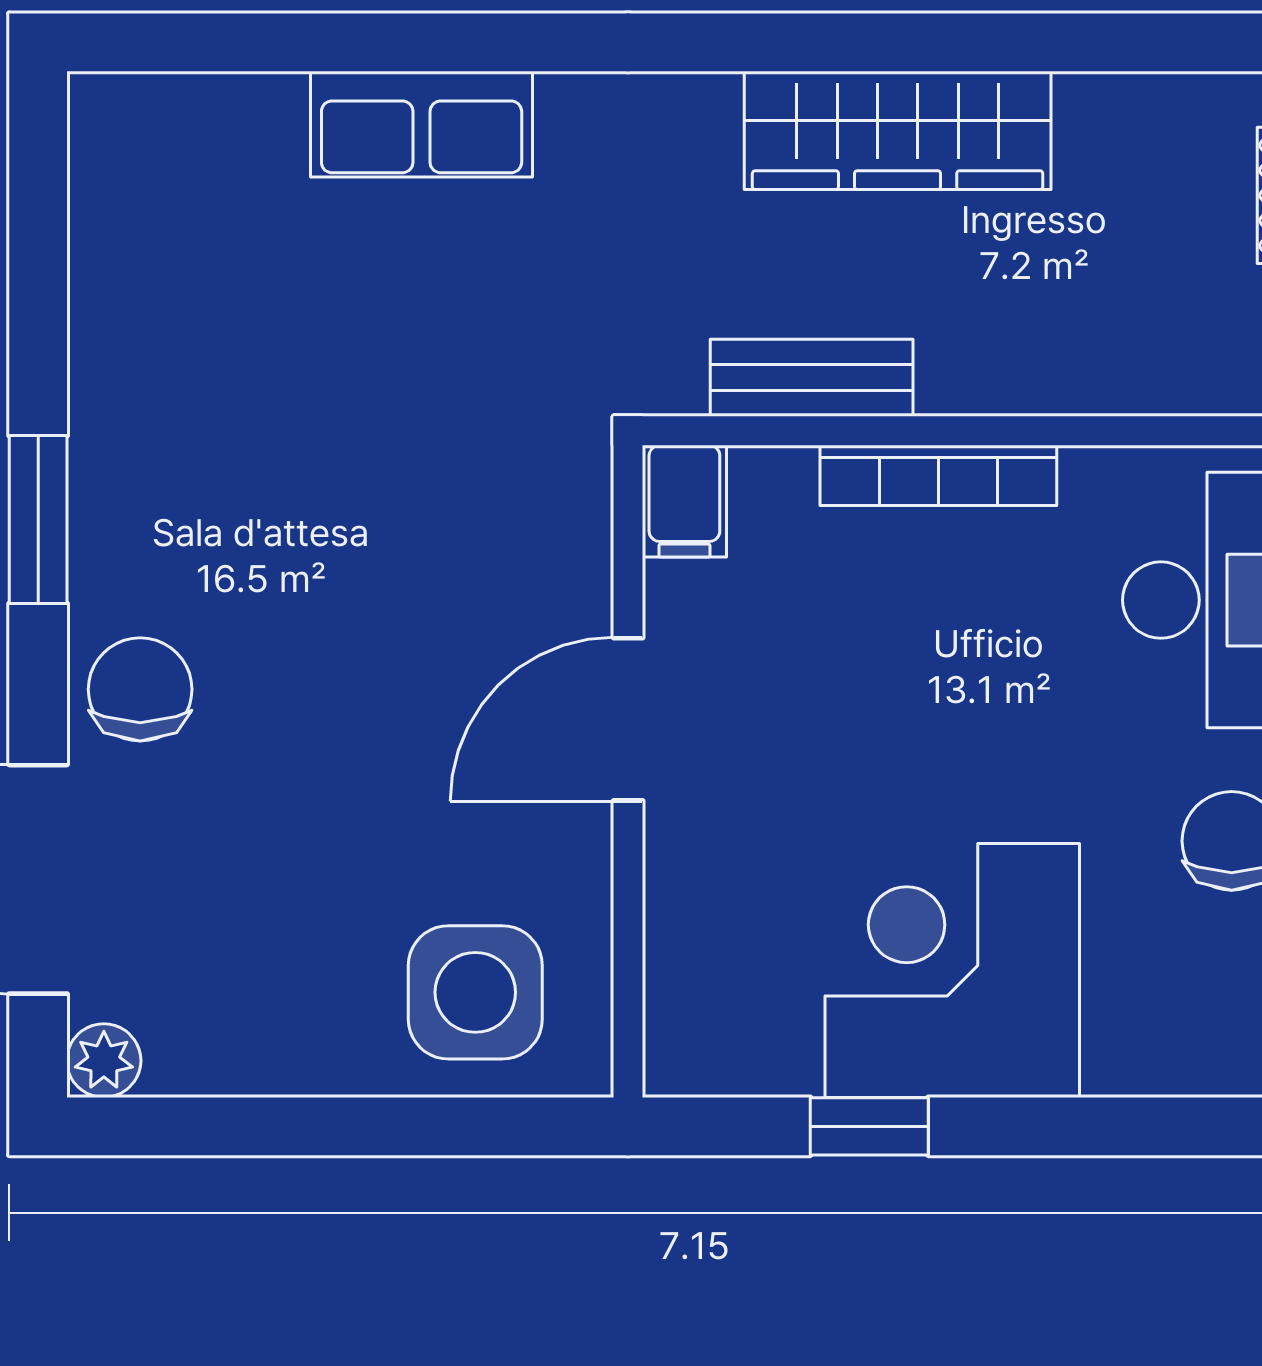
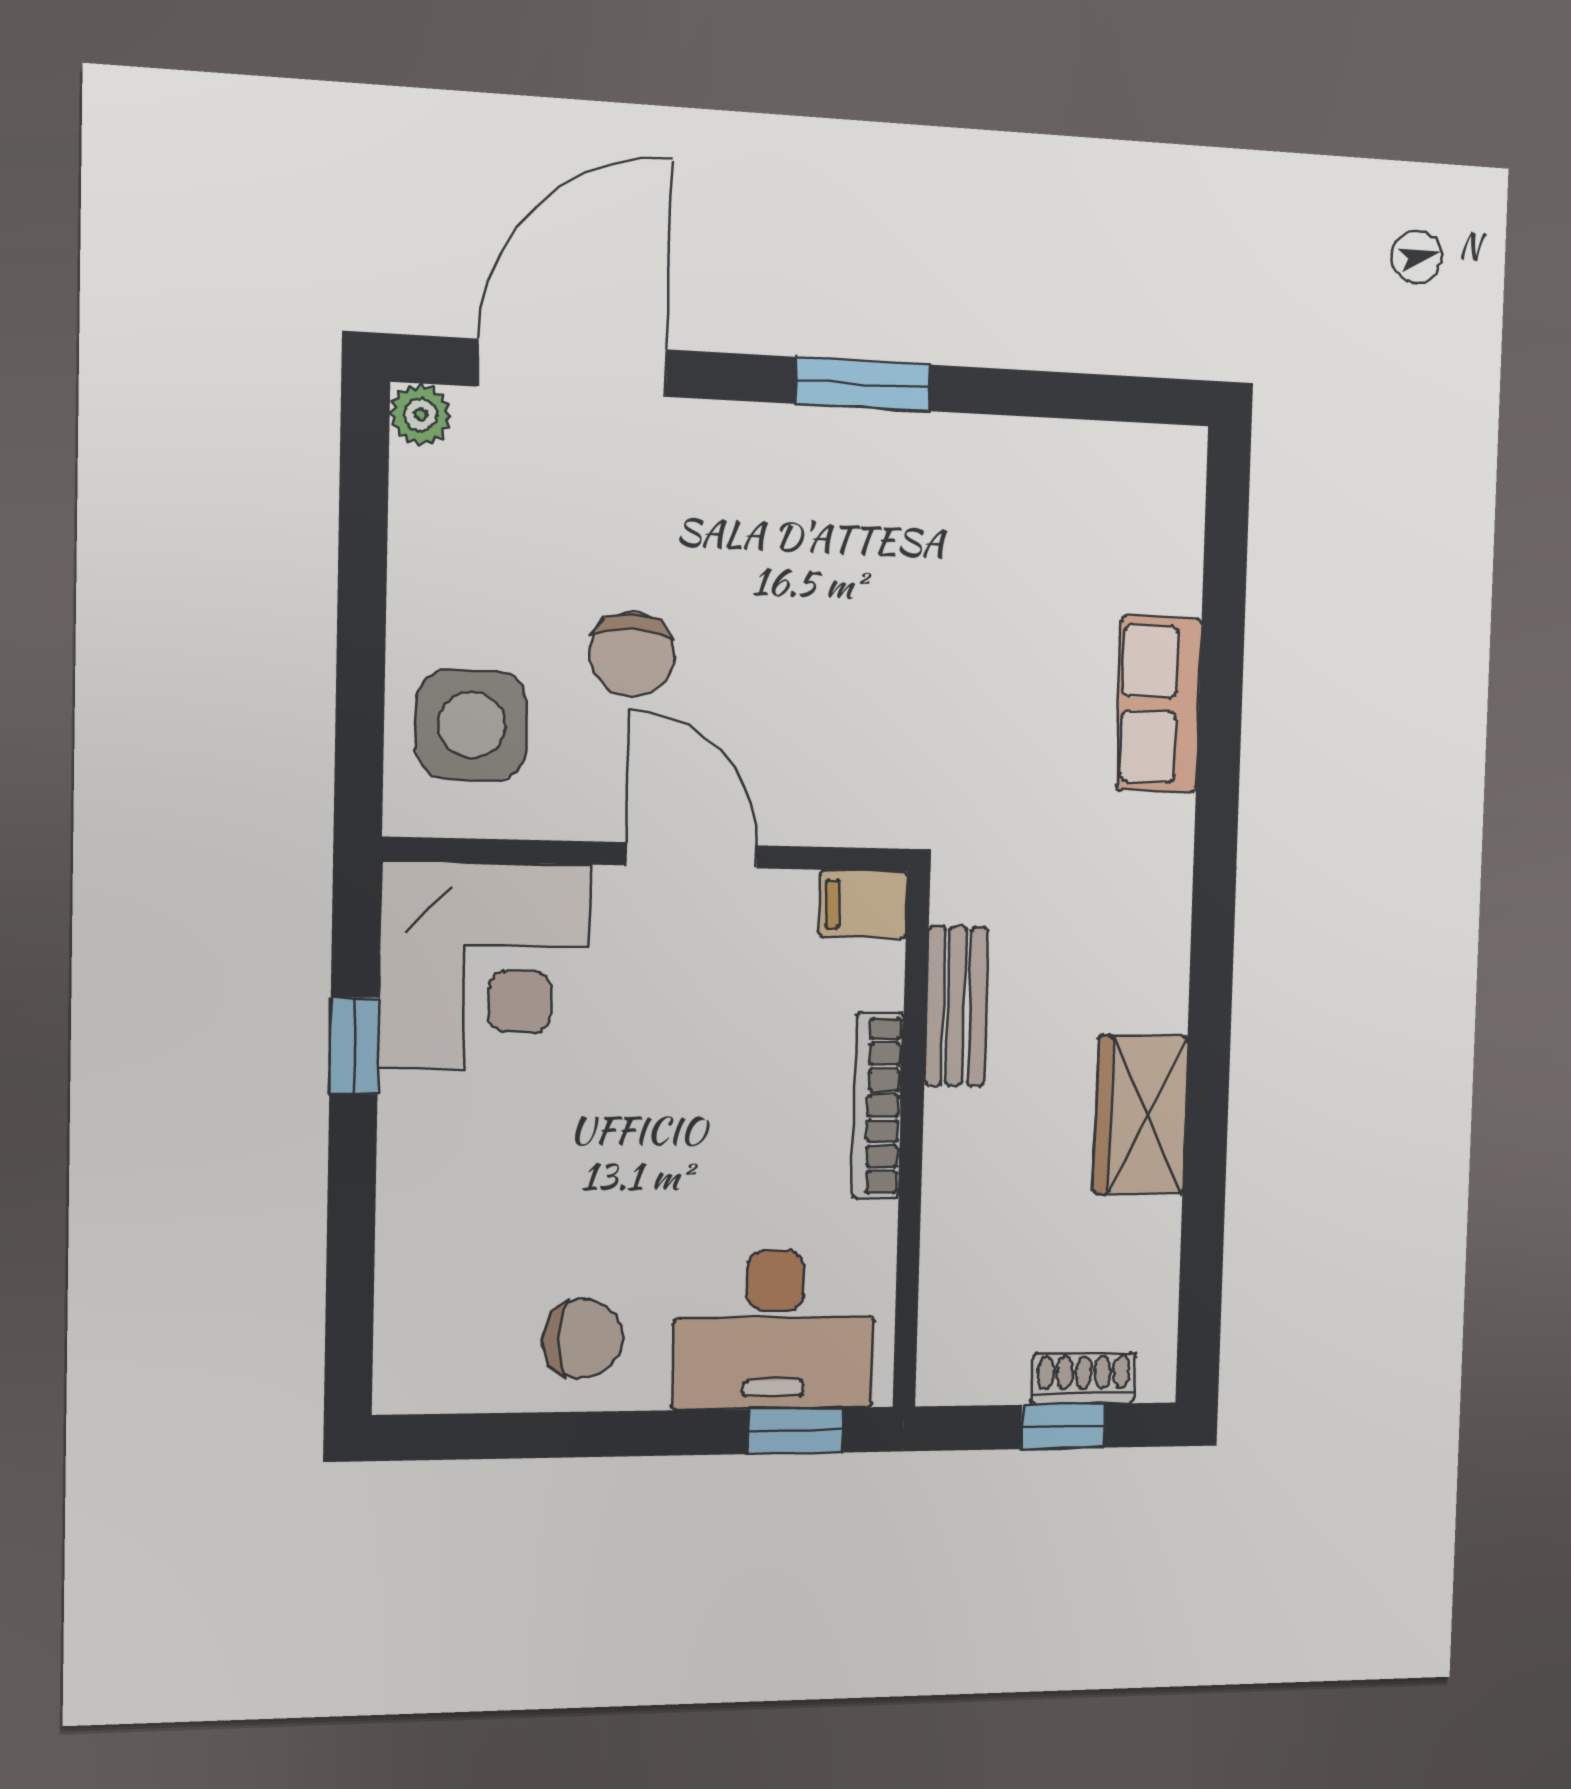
wardrobe: (898, 130) -> (1141, 1115), width x0.67
chair: (140, 689) -> (632, 655), moved, turned 90
corner desk: (952, 970) -> (485, 966), moved, turned 90

